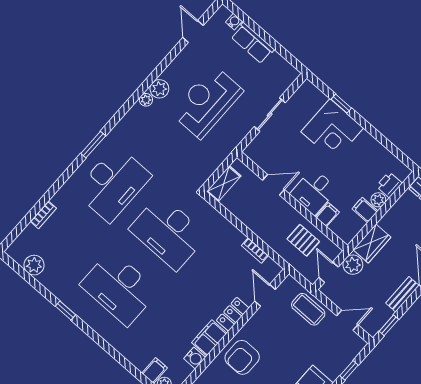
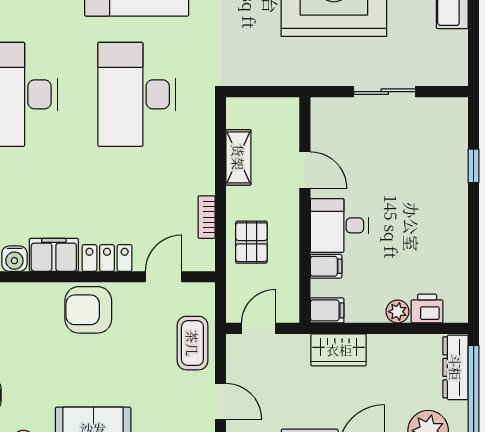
corner desk: (332, 130) -> (432, 183), removed
shelving: (224, 184) -> (238, 157), moved, turned 90
filing cabinet: (365, 210) -> (327, 310), moved, turned 90
pallet: (303, 240) -> (251, 242), moved
plant: (353, 265) -> (293, 349), removed
armchair: (242, 357) -> (88, 310), moved

